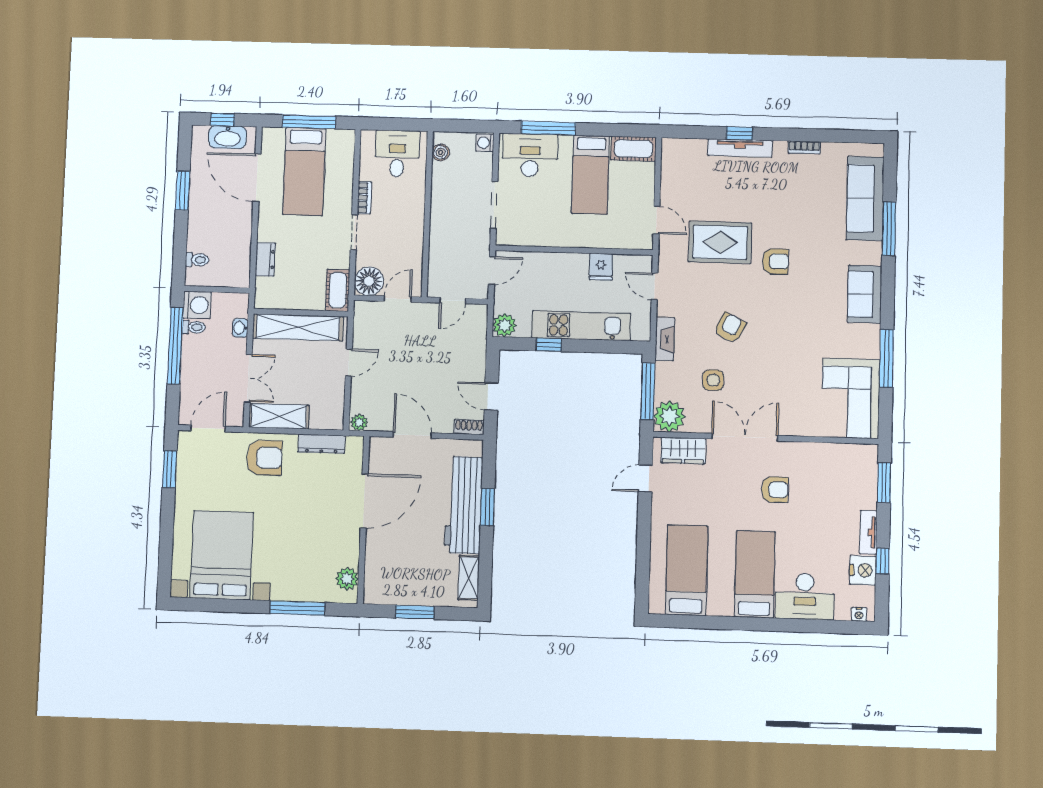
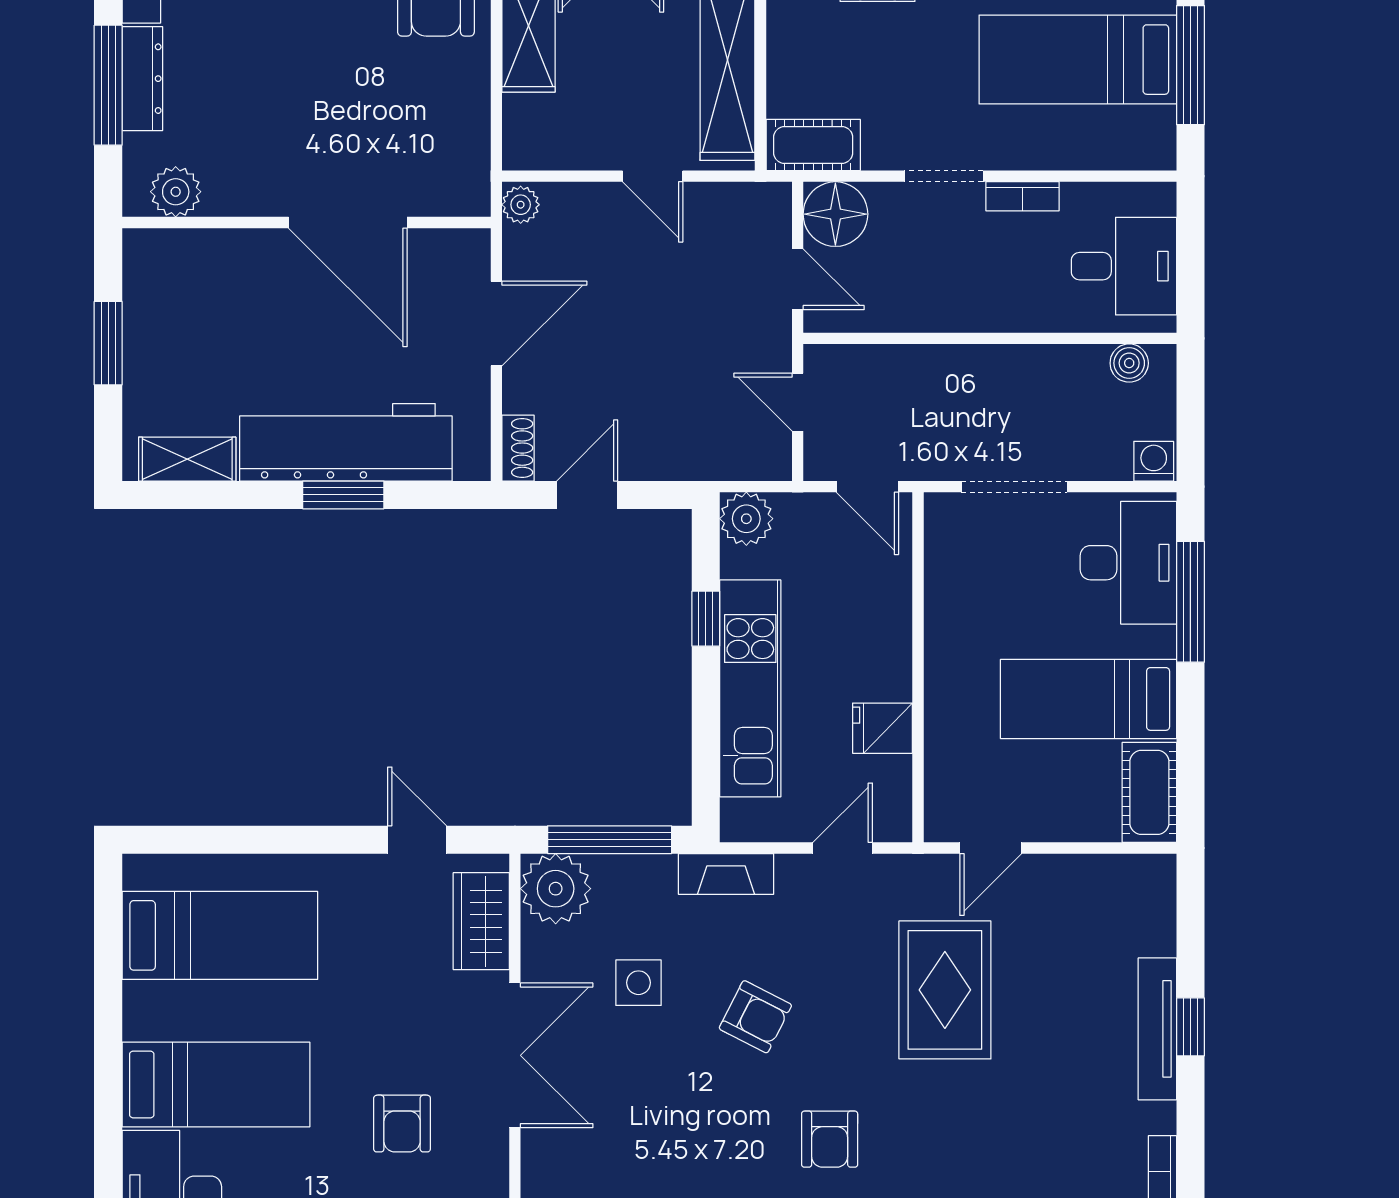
armchair: (775, 261) -> (830, 1139), moved
dresser: (322, 444) -> (142, 79), moved, turned 180

